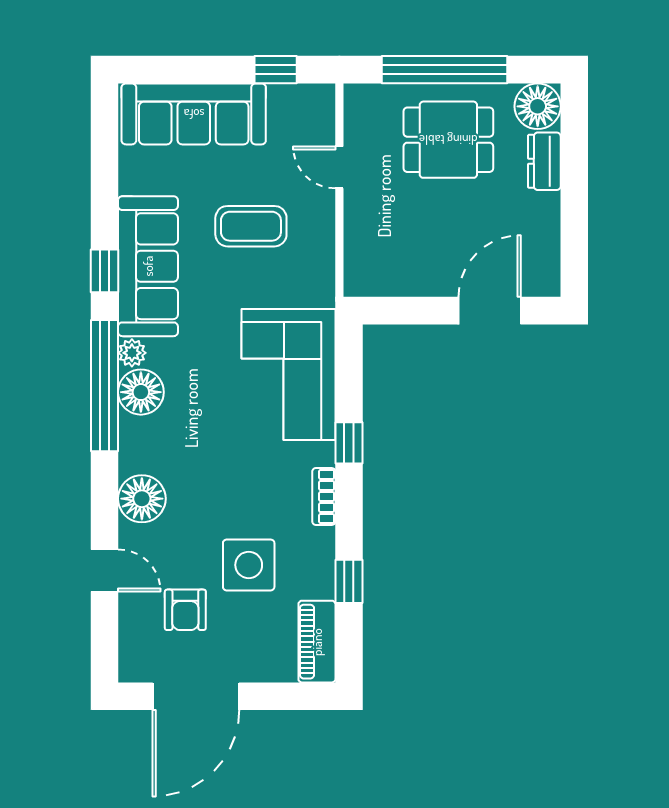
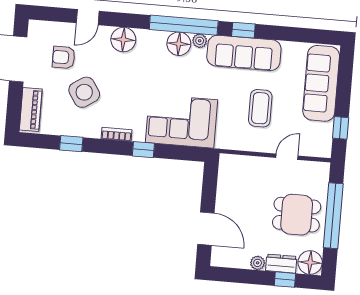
dining table: (448, 140) -> (297, 215), turned 90
window: (574, 152) -> (285, 280), added
plant: (547, 207) -> (258, 263), added
side table: (249, 565) -> (84, 92), turned -33
piano: (317, 642) -> (31, 109), moved, turned 90

